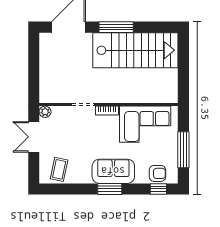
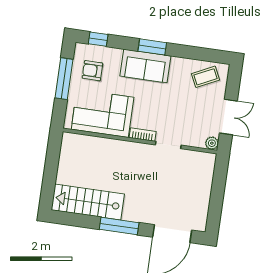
stairs: (135, 50) -> (88, 202), width x0.73, depth x0.66
coffee table: (59, 169) -> (205, 77), turned 52
armchair: (157, 173) -> (92, 71), moved

